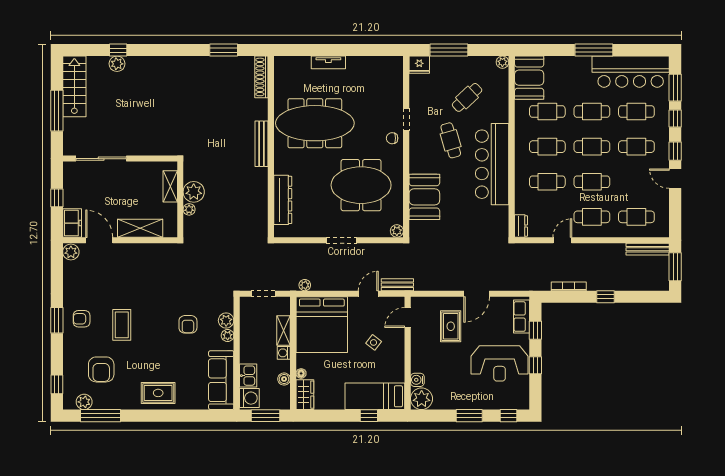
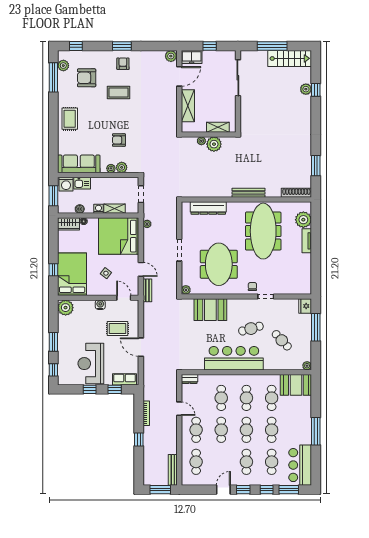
plant: (299, 67) -> (303, 220), added
bar counter: (631, 72) -> (300, 465), width x0.73
water cooler: (417, 380) -> (100, 305), moved
bed: (375, 396) -> (72, 274), width x1.50

